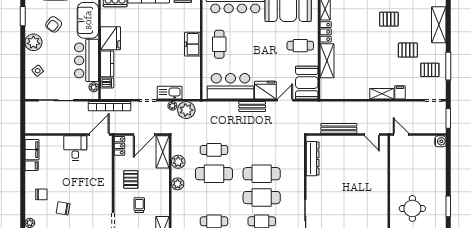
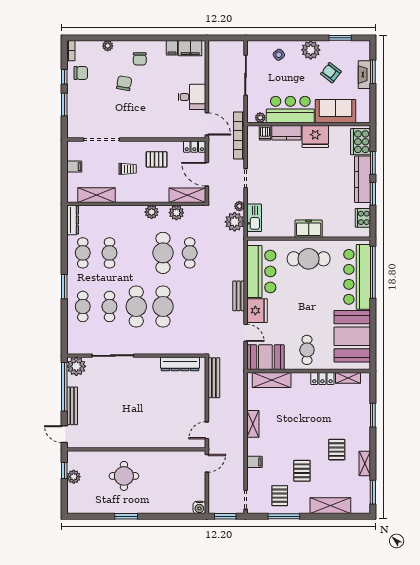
cafe table: (219, 44) -> (309, 259), width x1.37, depth x1.35
shelving: (327, 61) -> (272, 380), moved
kitchen sink: (170, 93) -> (254, 218), moved
shelving: (382, 94) -> (253, 424), moved
bench: (339, 128) -> (214, 378), moved

